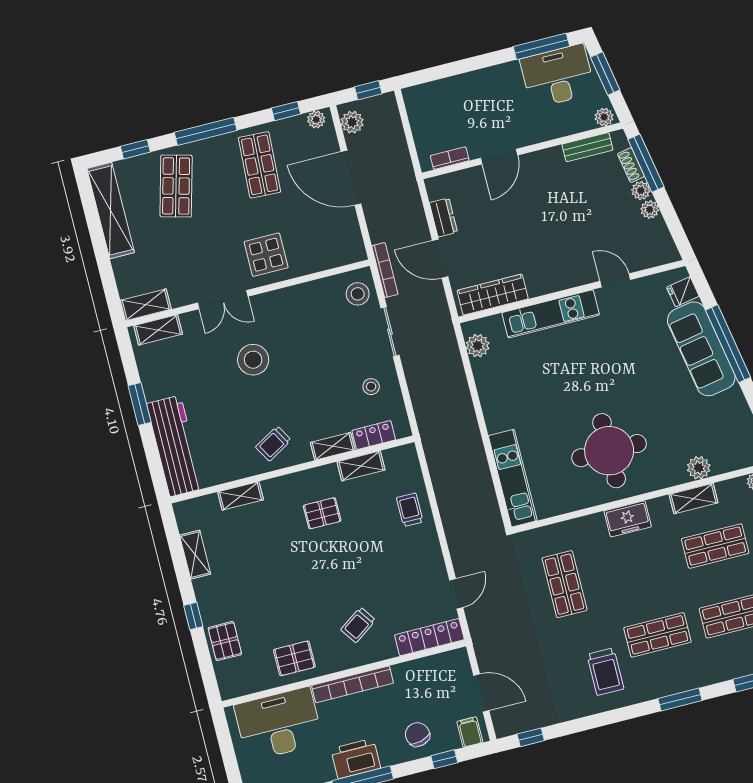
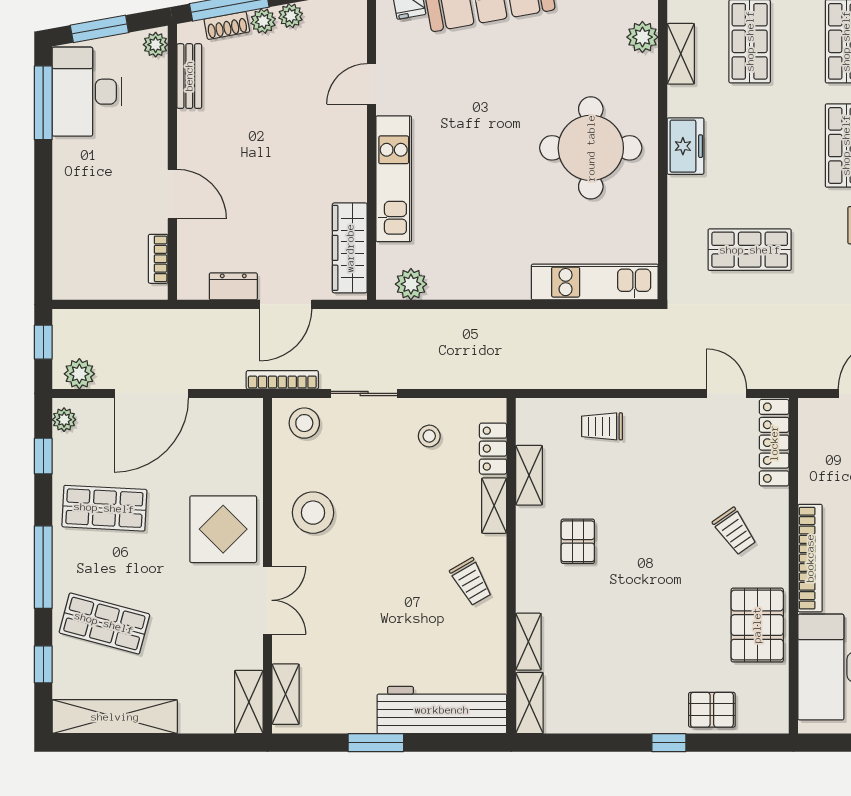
display table: (266, 255) -> (223, 529), width x1.36, depth x1.36
stool: (253, 360) -> (313, 513), moved
shelving: (195, 555) -> (529, 703), moved, turned 90
pallet: (294, 658) -> (757, 625), width x1.50, depth x1.42

